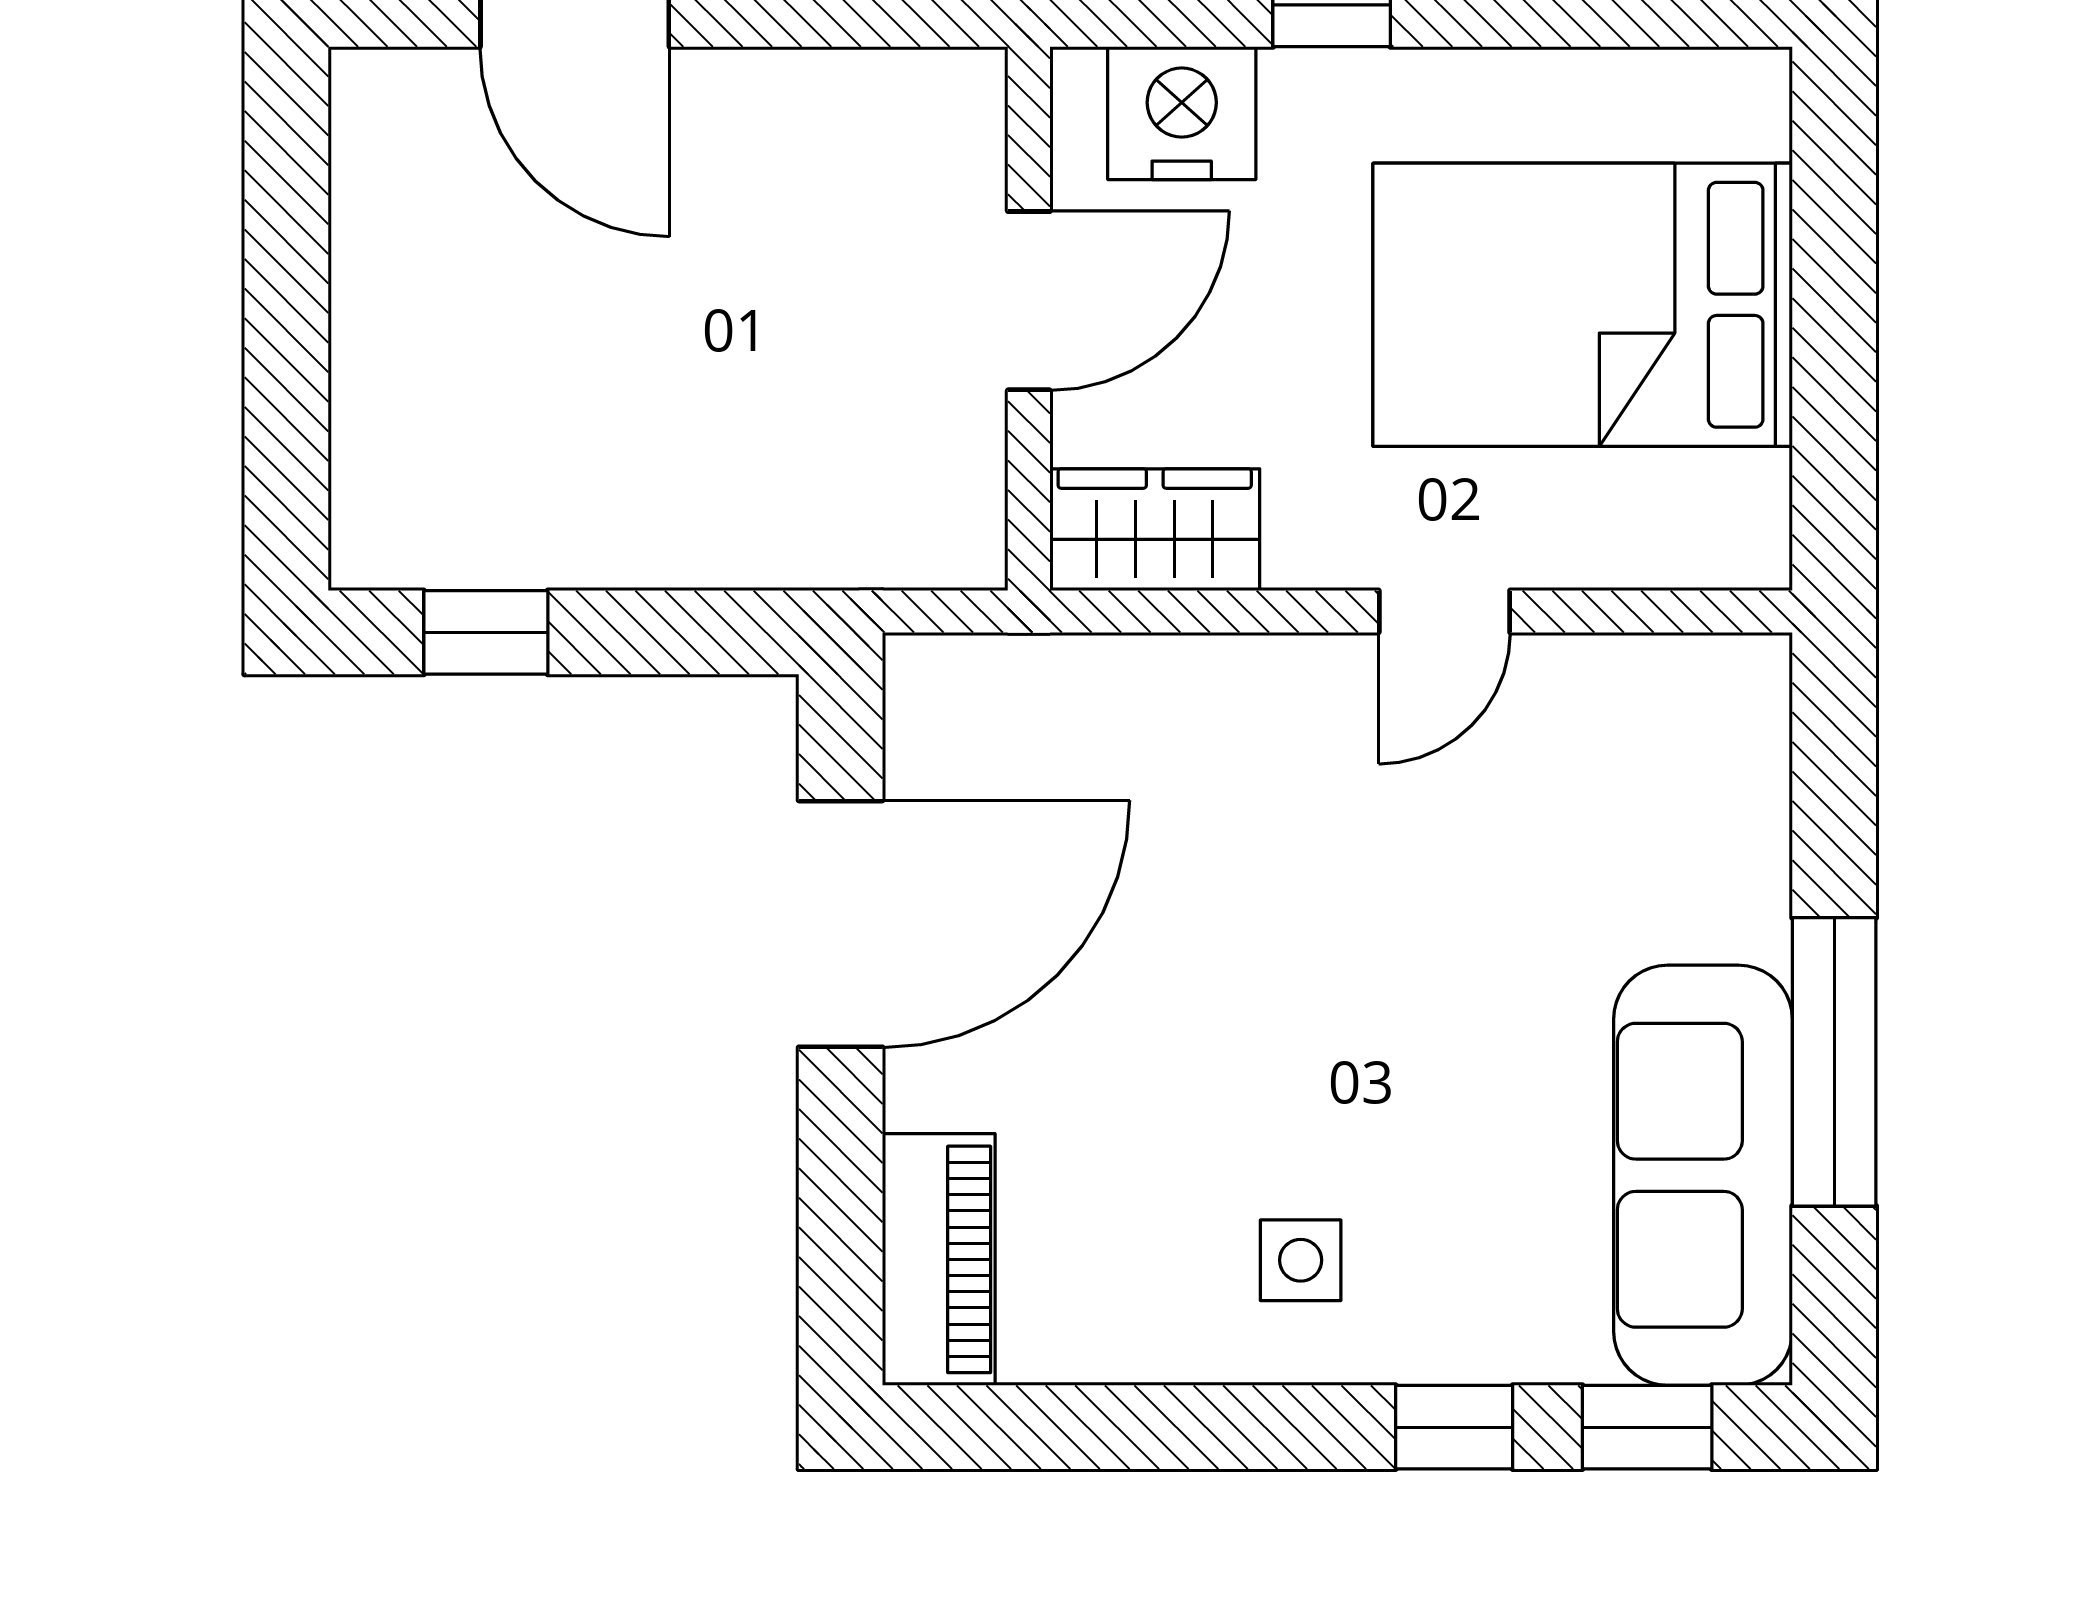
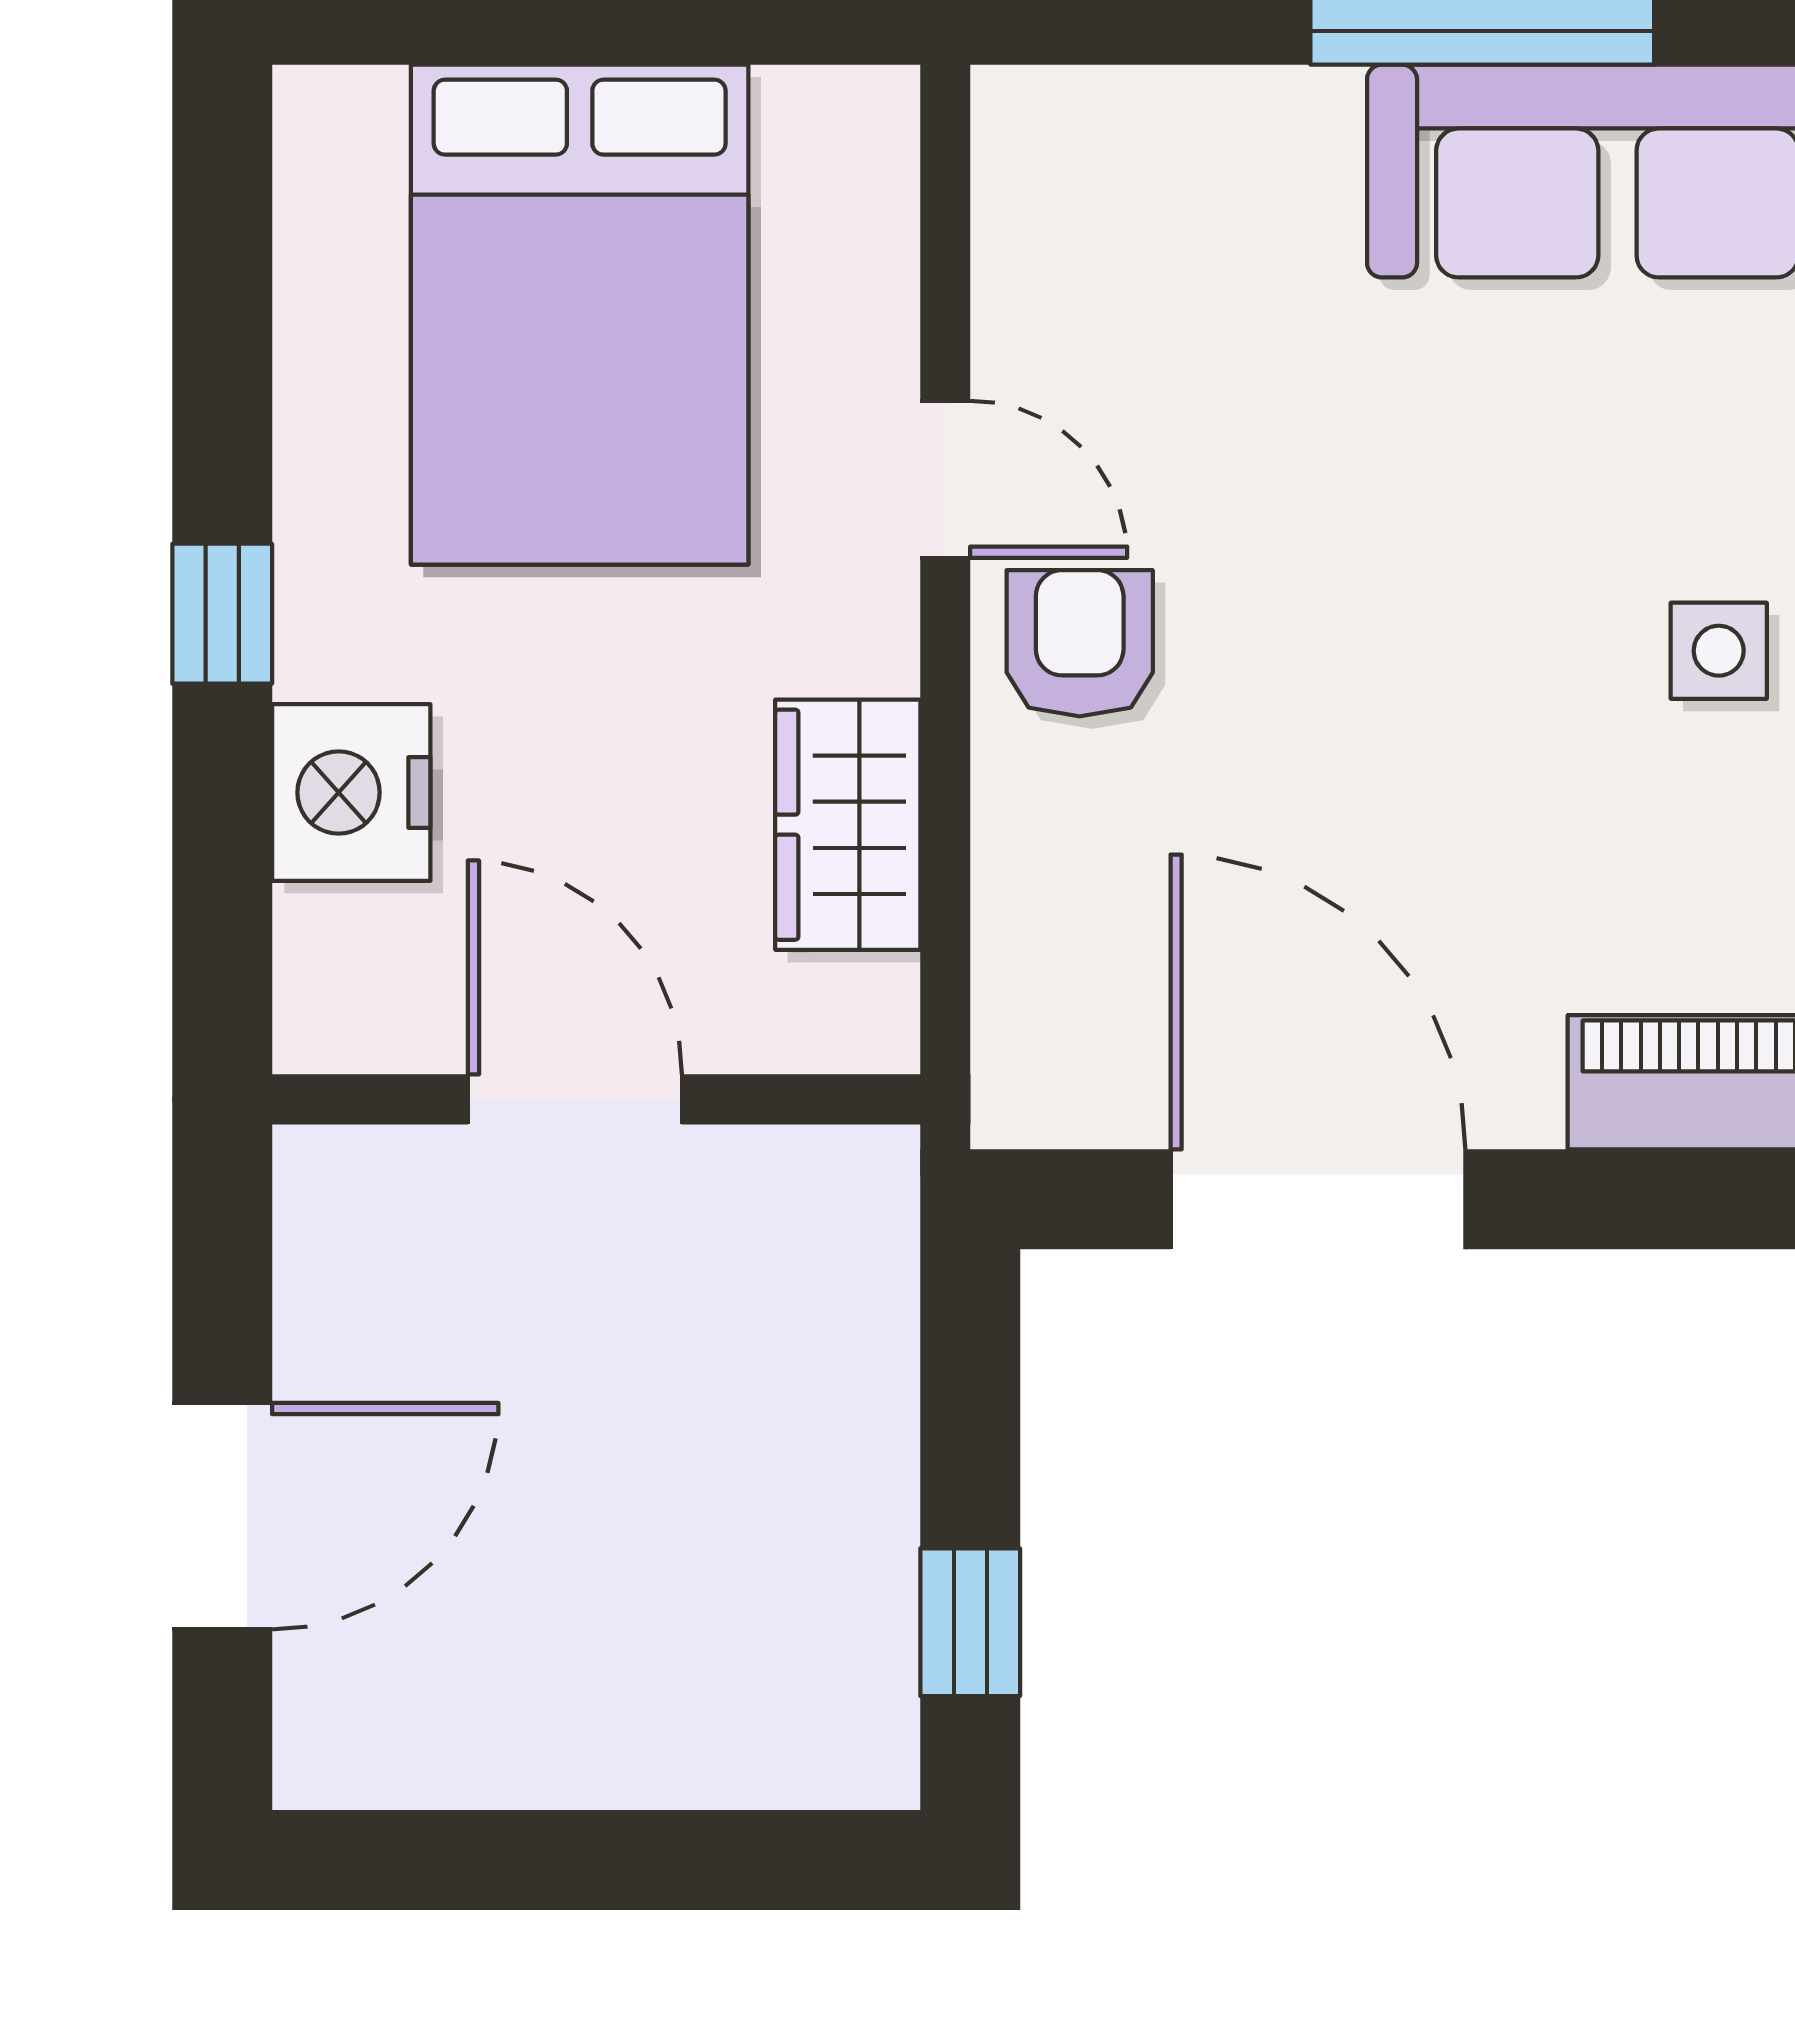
door: (1029, 301) -> (575, 1099), moved
wall: (1029, 319) -> (596, 1099), moved
armchair: (1307, 724) -> (1080, 643), added

